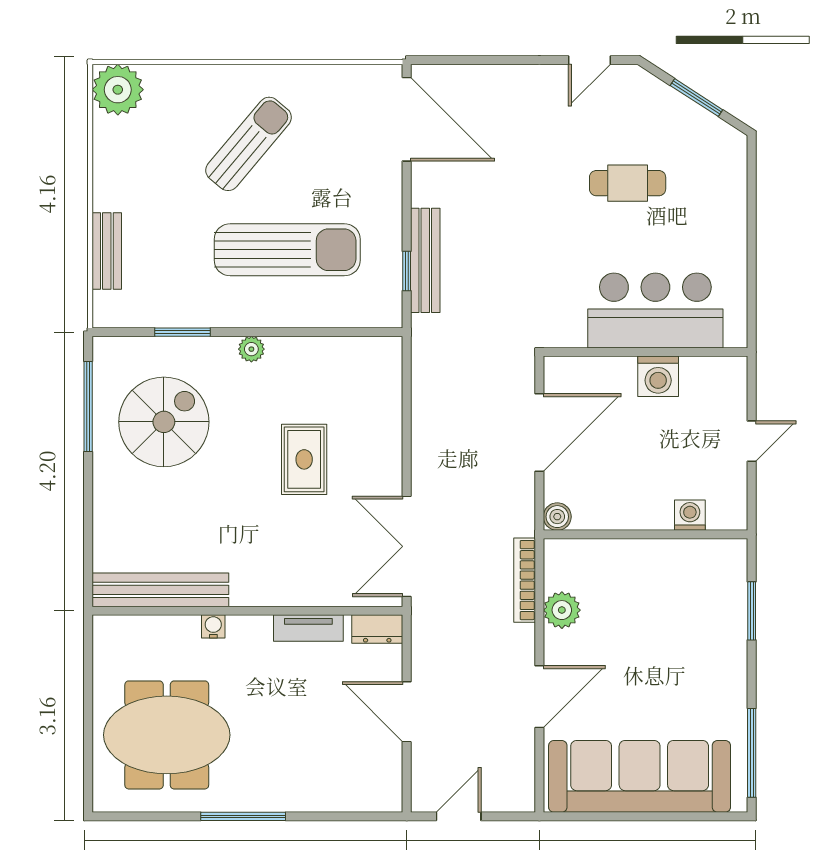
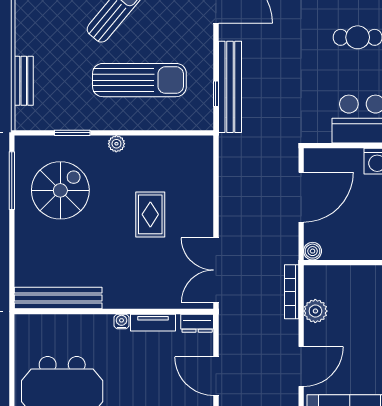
bench: (425, 260) -> (230, 87), width x1.37, depth x1.21
water cooler: (213, 626) -> (121, 322), moved

